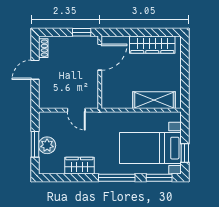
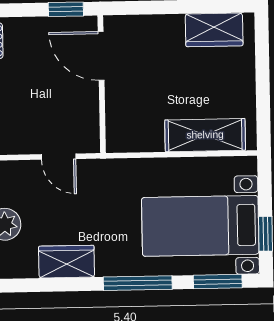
wardrobe: (152, 45) -> (214, 30), width x0.67
door: (100, 57) -> (101, 56), swing flipped

